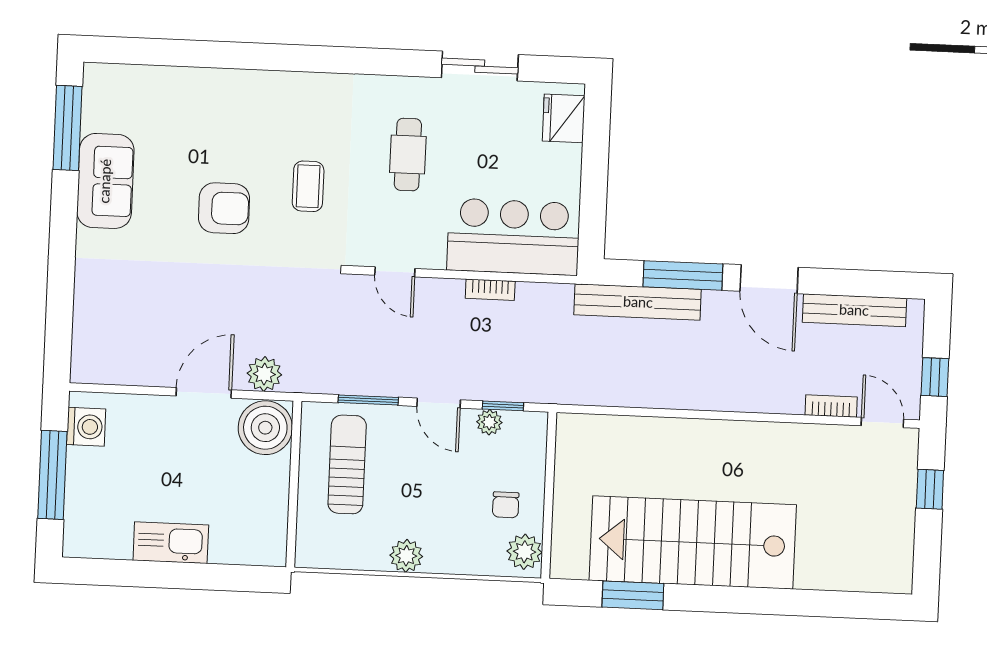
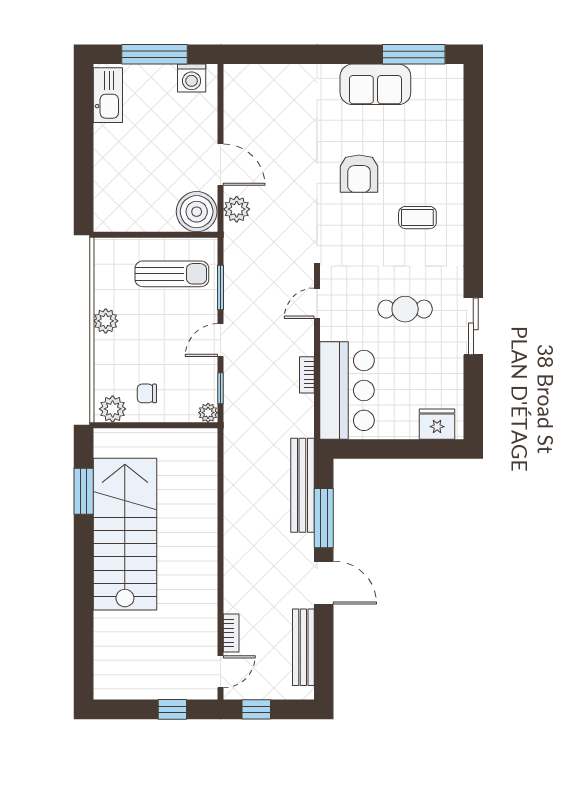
sliding door: (480, 66) -> (473, 326), moved
coffee table: (308, 186) -> (417, 218), moved
door: (769, 279) -> (324, 583), swing flipped
plant: (489, 422) -> (208, 413), moved
kitchen sink: (171, 543) -> (108, 95), moved

